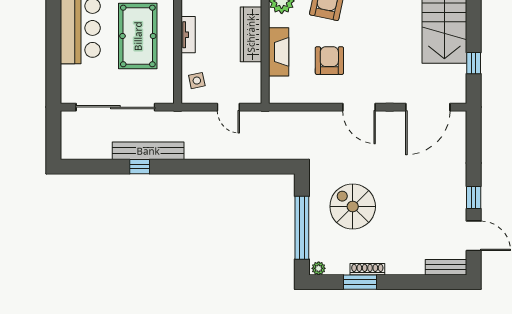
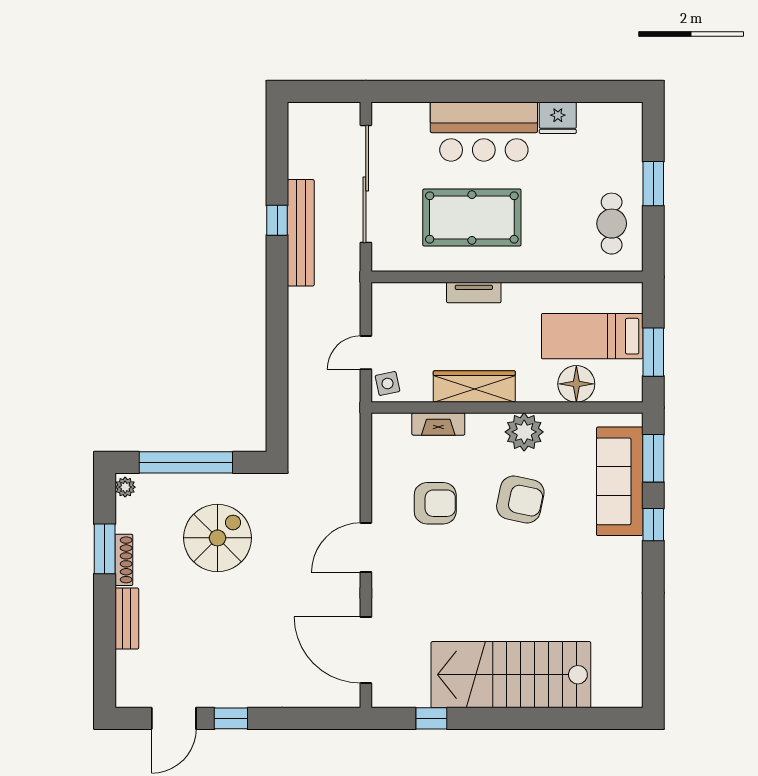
fireplace: (279, 52) -> (438, 424), width x0.73, depth x0.76
side table: (197, 81) -> (388, 383), moved
bench: (446, 267) -> (127, 619), moved

